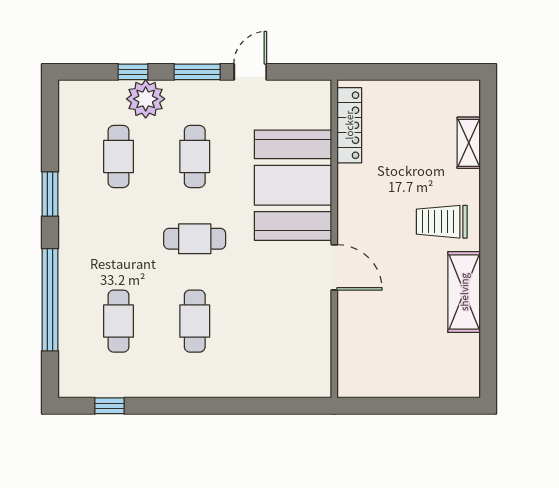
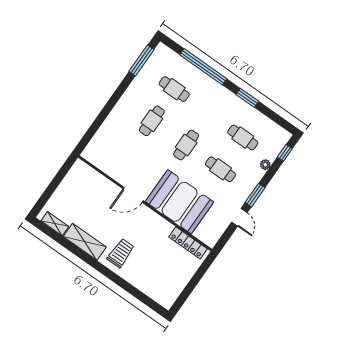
window: (133, 72) -> (285, 153), moved
plant: (146, 99) -> (265, 165), width x0.53, depth x0.53
shelving: (469, 143) -> (55, 224), moved
cafe table: (195, 321) -> (152, 121), turned 90
window: (110, 406) -> (142, 60), width x2.17

